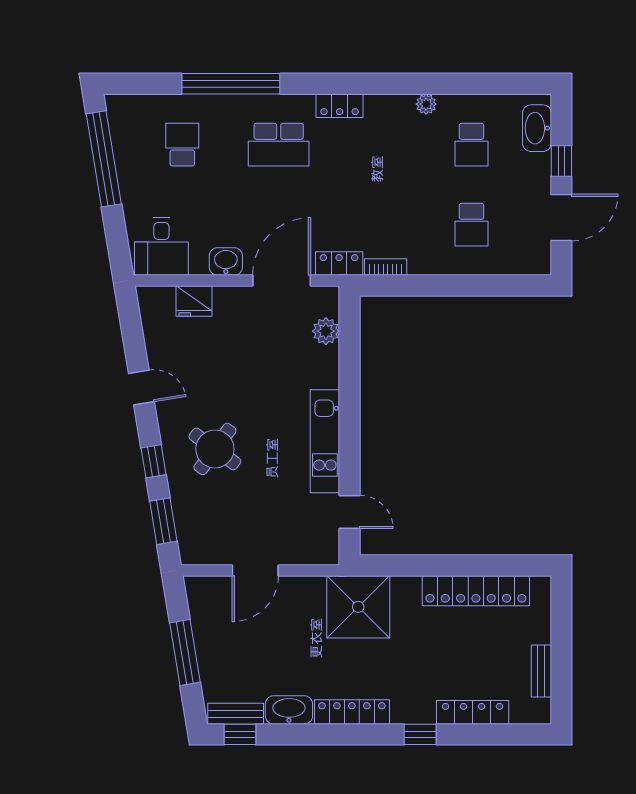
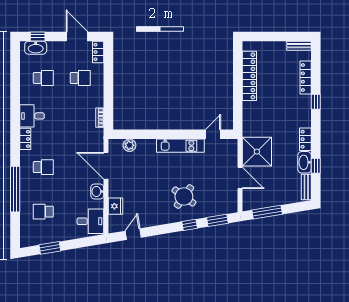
plant: (426, 104) -> (25, 99), removed
desk: (389, 120) -> (32, 116), added
school desk: (279, 145) -> (43, 167), width x0.54
window: (104, 159) -> (50, 248), width x0.47
window: (561, 161) -> (38, 36), moved
locker: (339, 264) -> (98, 52), moved
door: (141, 388) -> (133, 234), moved
shower: (358, 607) -> (257, 152), moved
window: (185, 653) -> (267, 212), moved
bench: (541, 671) -> (299, 46), moved
locker: (352, 712) -> (305, 139), width x0.66
window: (240, 734) -> (316, 166), moved

